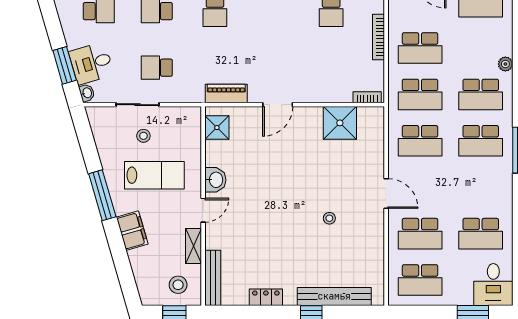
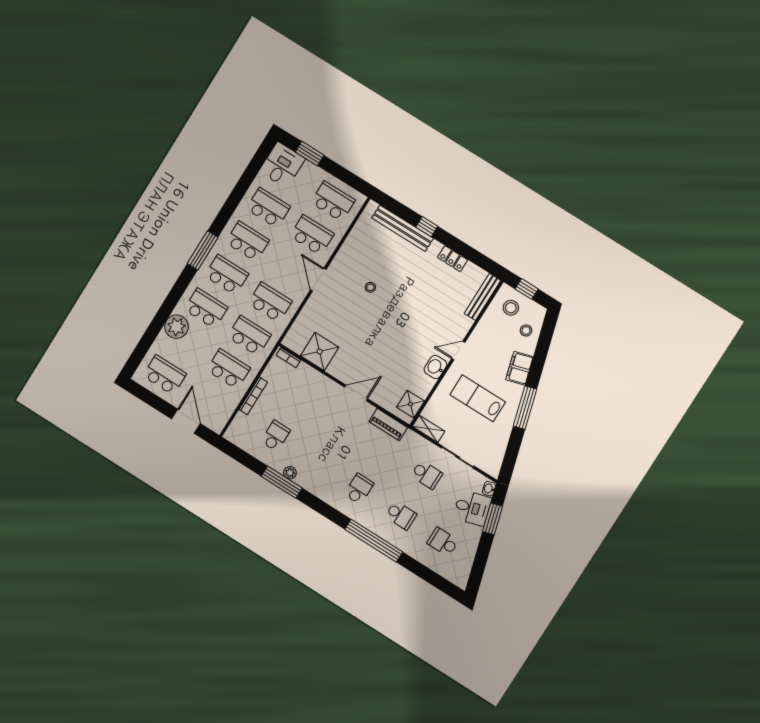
plant: (505, 64) -> (176, 327), width x1.87, depth x1.87
stool: (143, 136) -> (526, 330), moved
school desk: (481, 187) -> (247, 241), added
shelving: (193, 246) -> (428, 429), moved, turned 90

